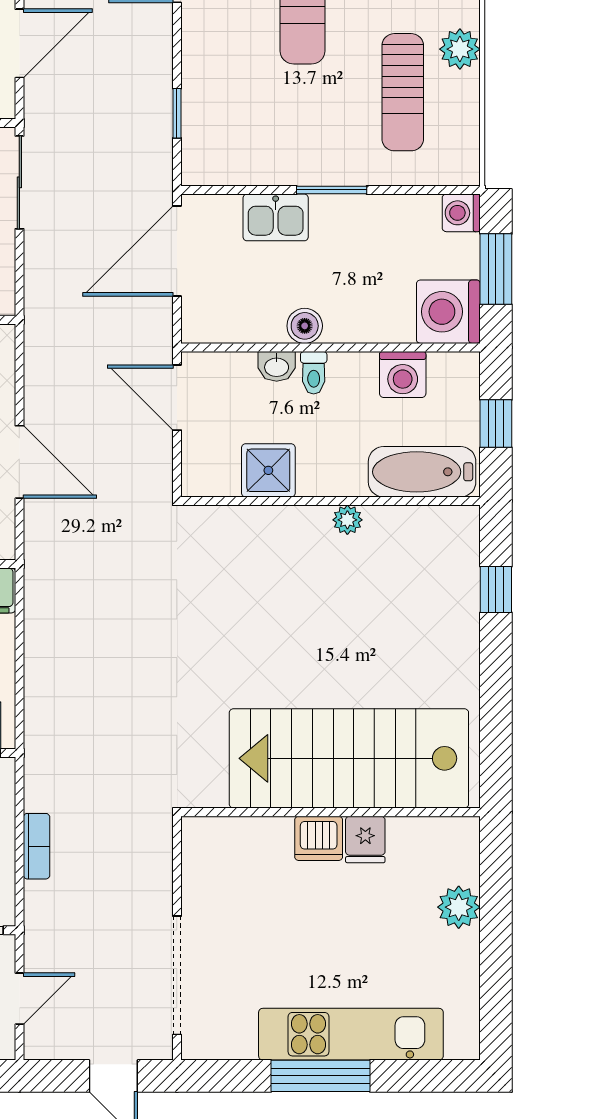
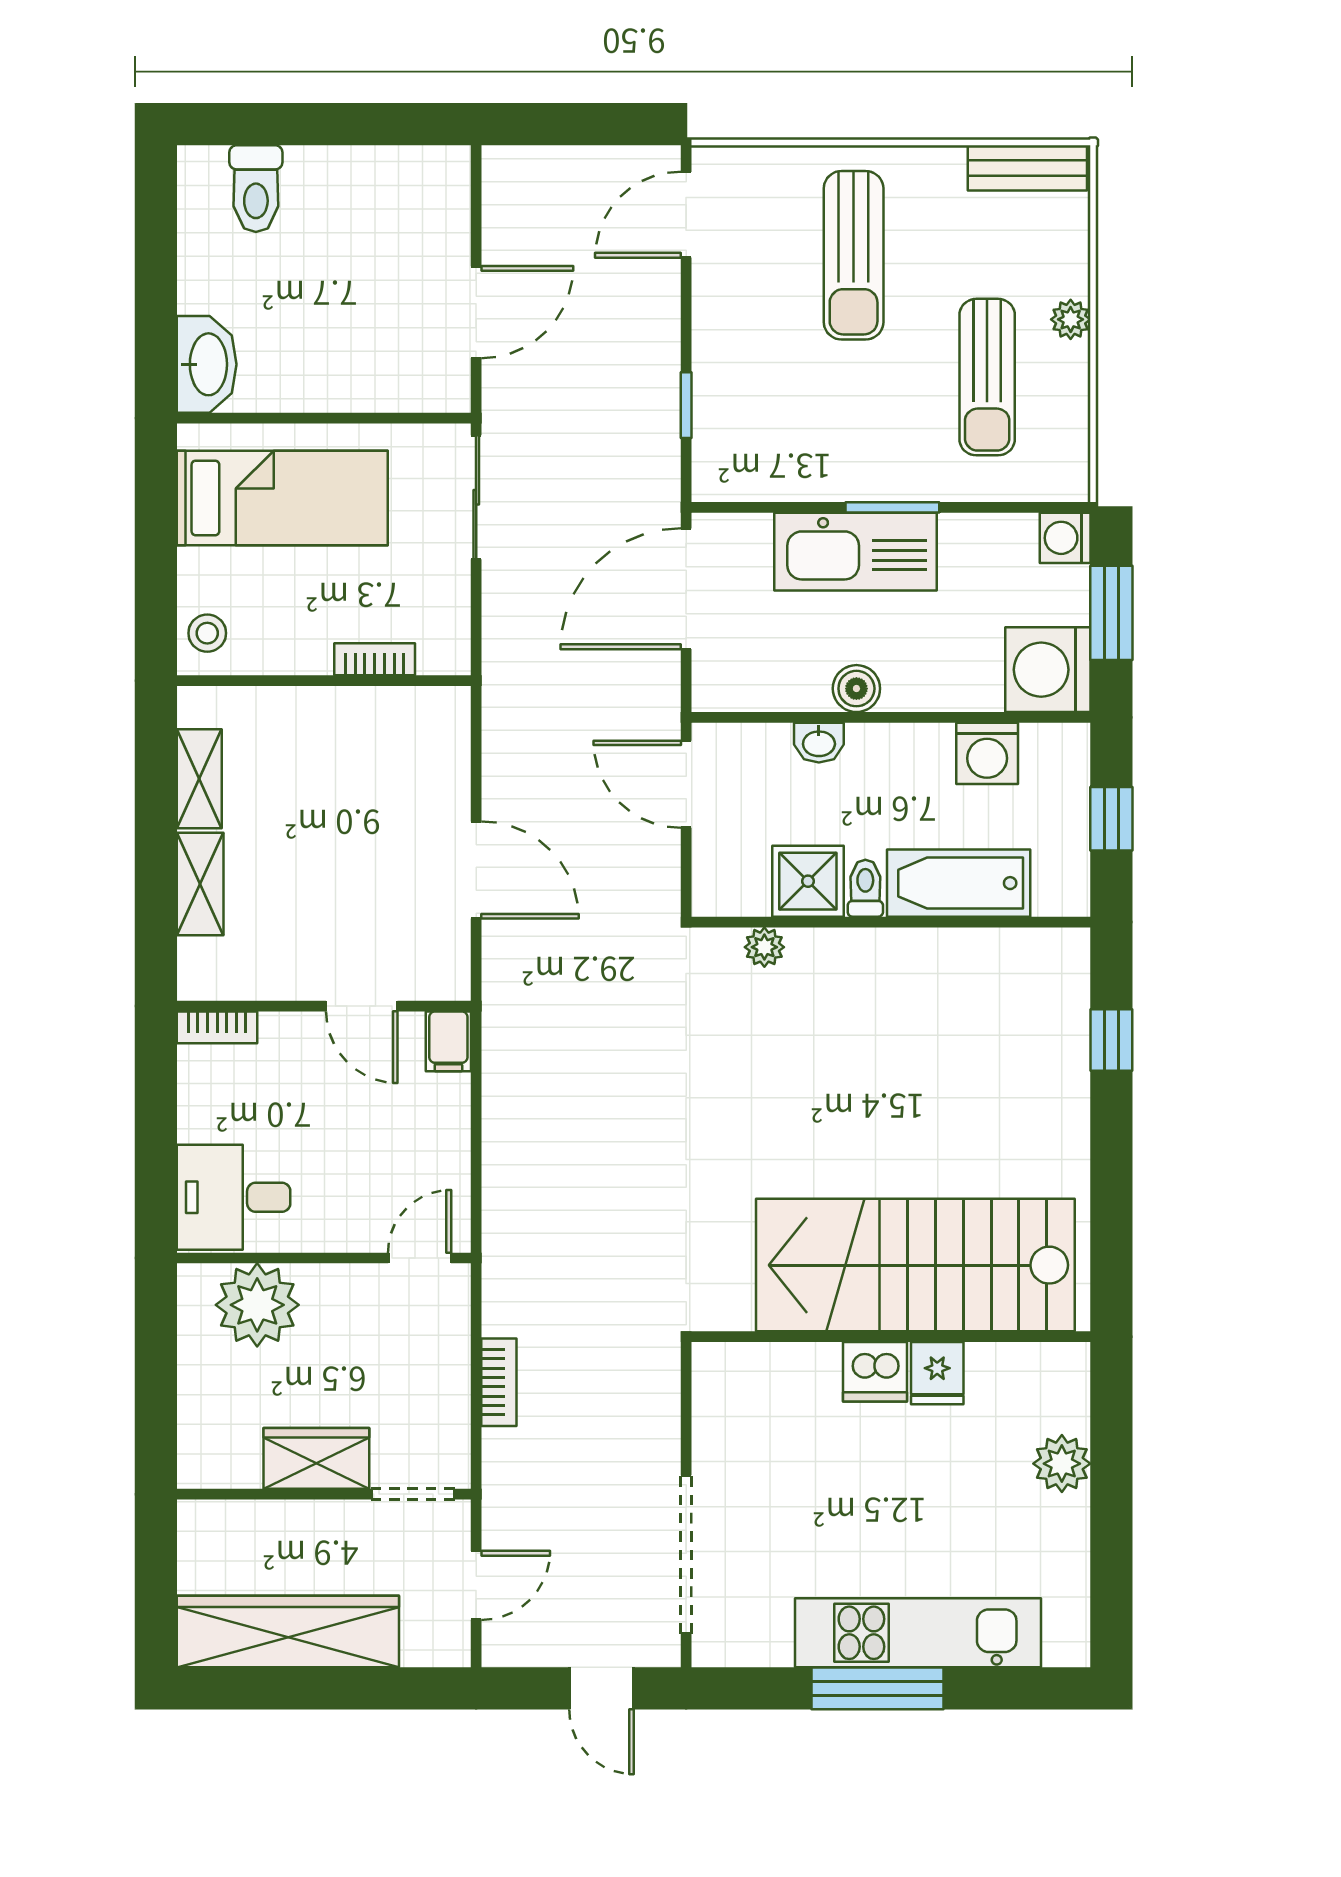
plant: (460, 49) -> (1071, 319), width x0.73, depth x0.73
kitchen sink: (276, 217) -> (856, 552), width x1.88, depth x1.24
toilet: (314, 373) -> (865, 888), moved, turned 180
bathtub: (422, 472) -> (959, 883), moved
plant: (347, 520) -> (764, 947), moved

